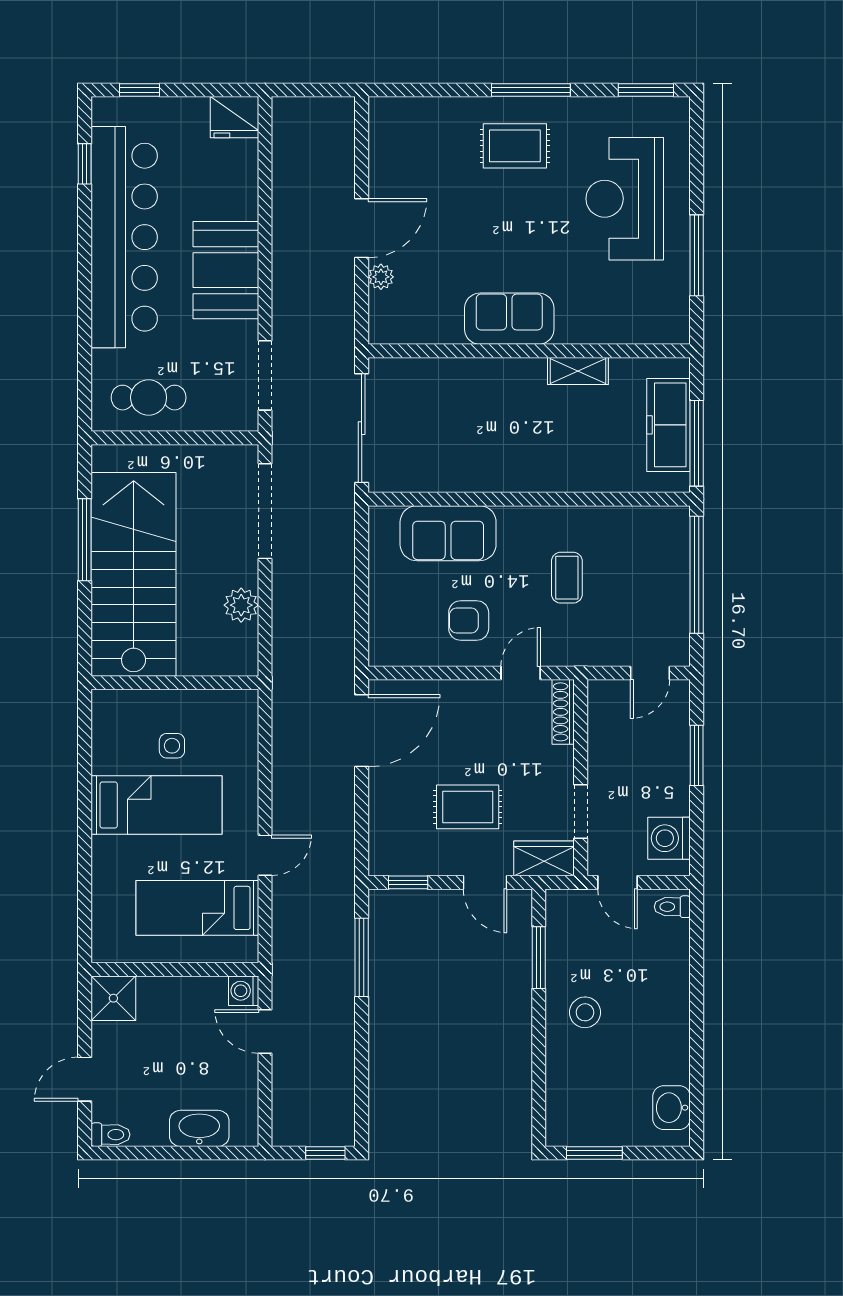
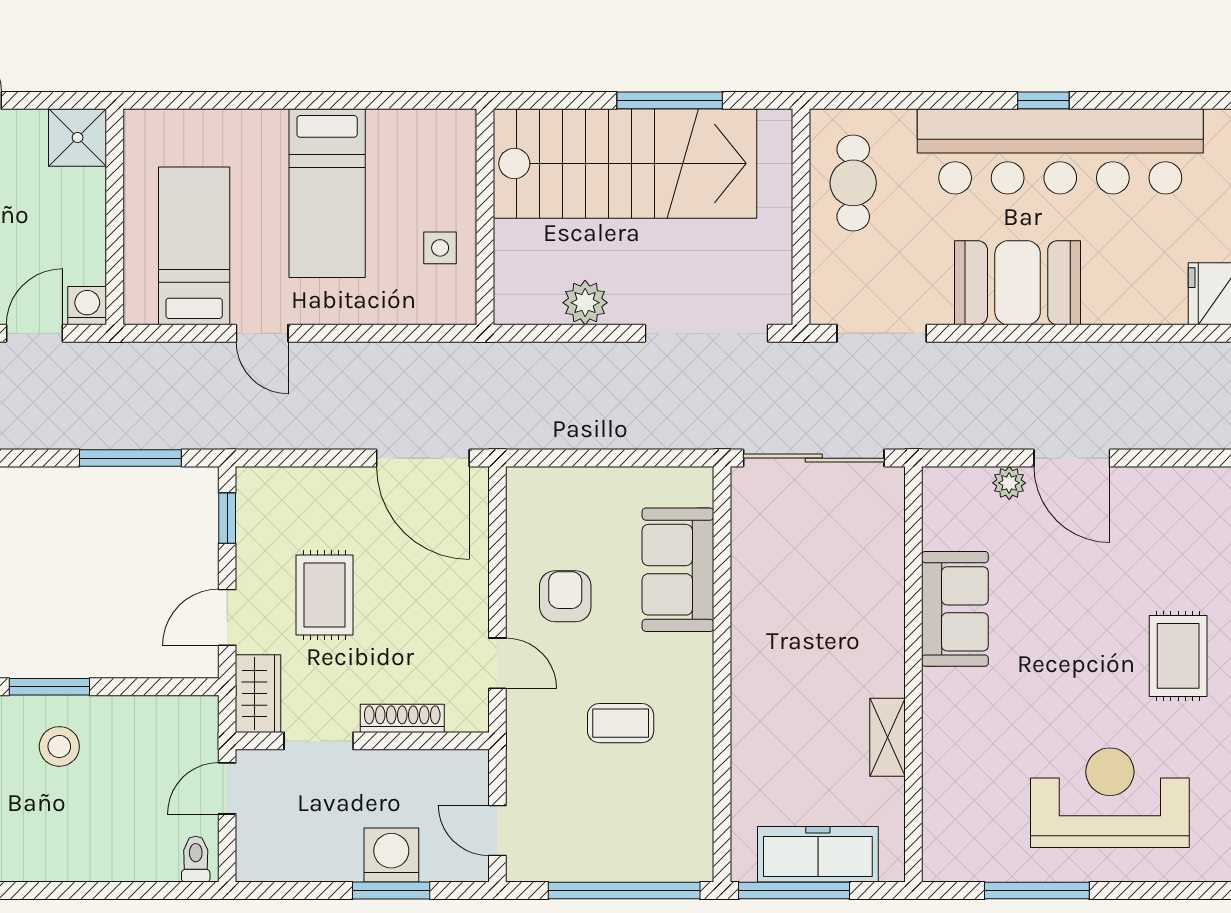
window: (85, 164) -> (1043, 100), moved
sofa: (509, 319) -> (955, 609), moved
shoe rack: (563, 712) -> (402, 718), moved
side table: (172, 746) -> (440, 248), moved
washing machine: (669, 838) -> (391, 855), moved
window: (539, 958) -> (49, 687), moved

